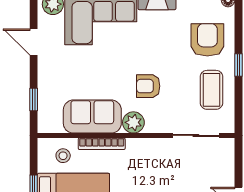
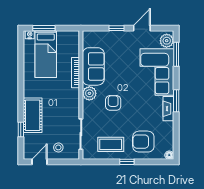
armchair: (207, 40) -> (143, 142), turned 180
window: (34, 99) -> (117, 28), moved
stool: (63, 156) -> (58, 147), moved

